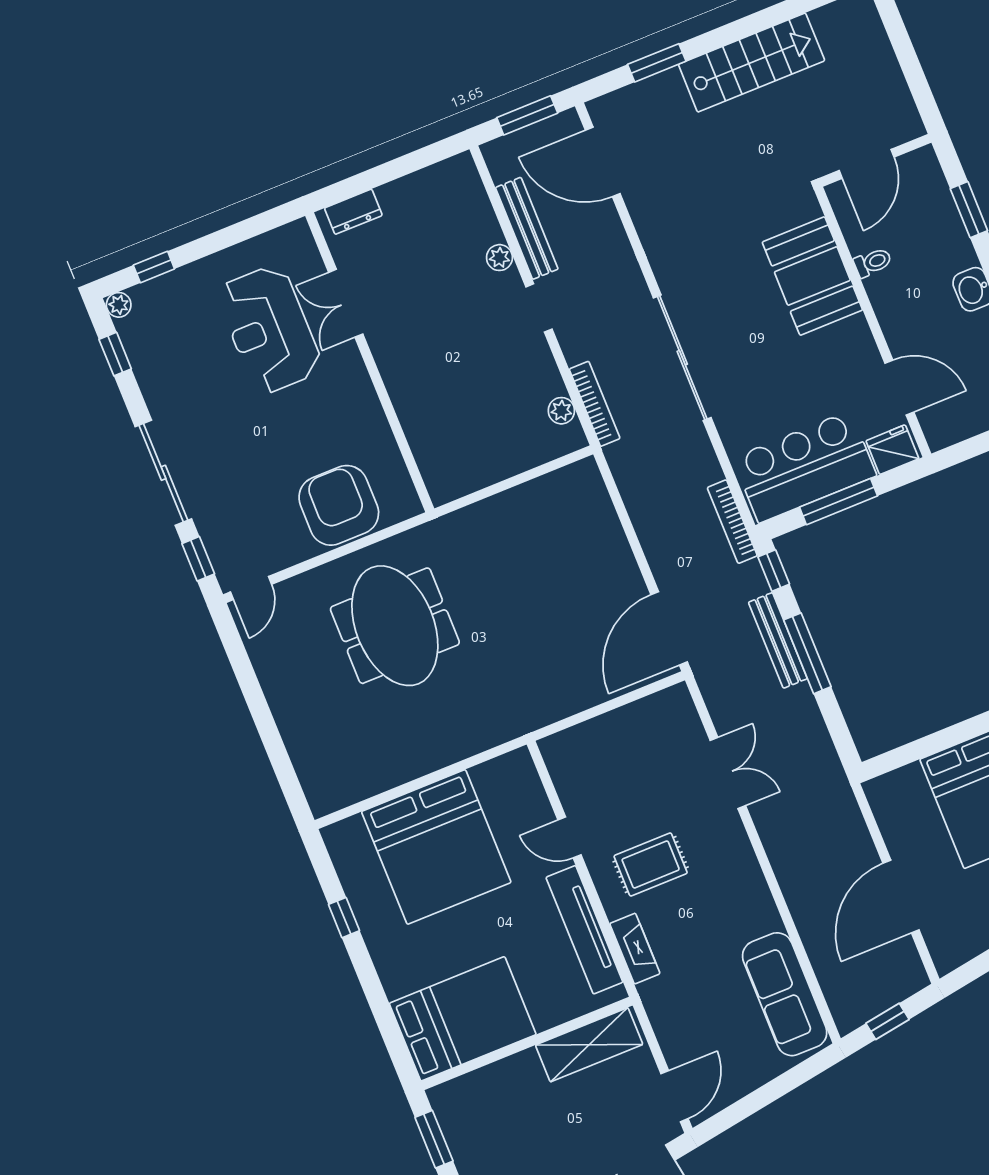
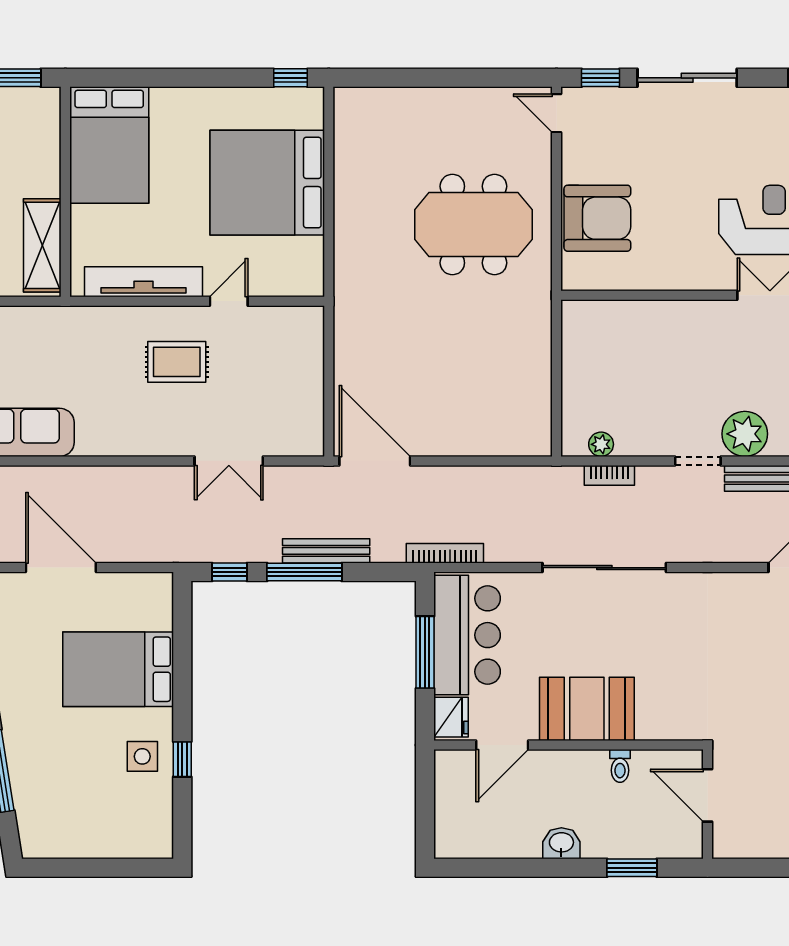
plant: (499, 258) -> (745, 434), width x1.88, depth x1.88
booth: (812, 276) -> (587, 709), moved
bookcase: (595, 404) -> (609, 475), width x0.64
window: (774, 570) -> (229, 572), moved
rug: (651, 864) -> (177, 362), turned 90
window: (344, 918) -> (291, 78), moved
fireplace: (635, 949) -> (109, 319), removed

